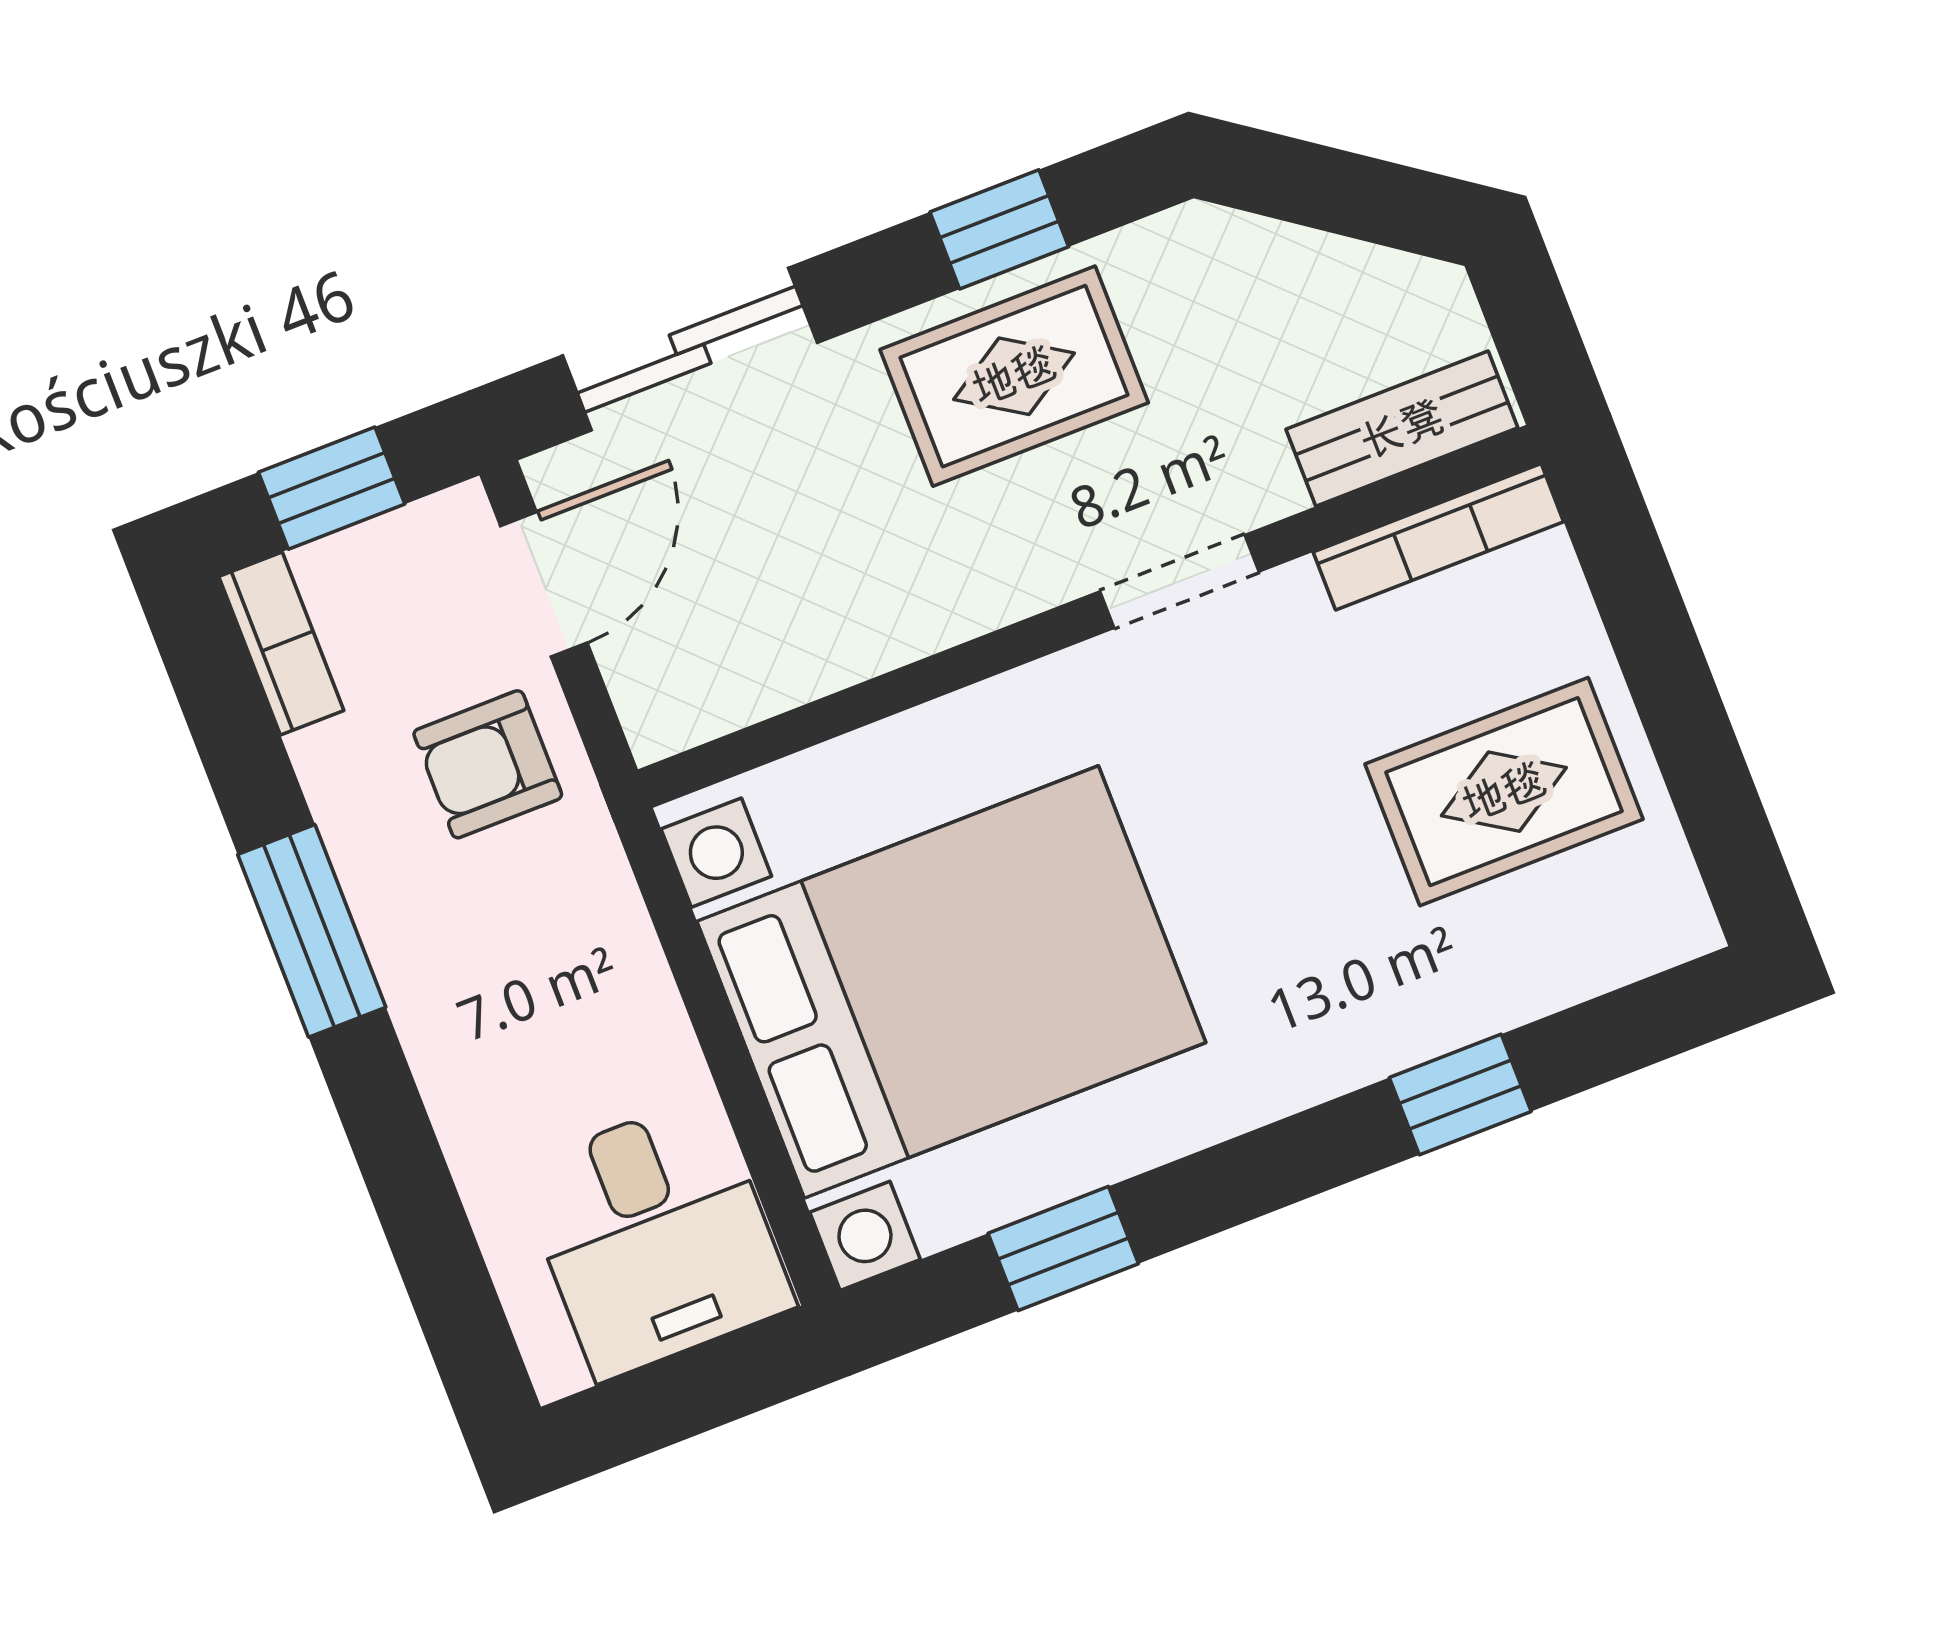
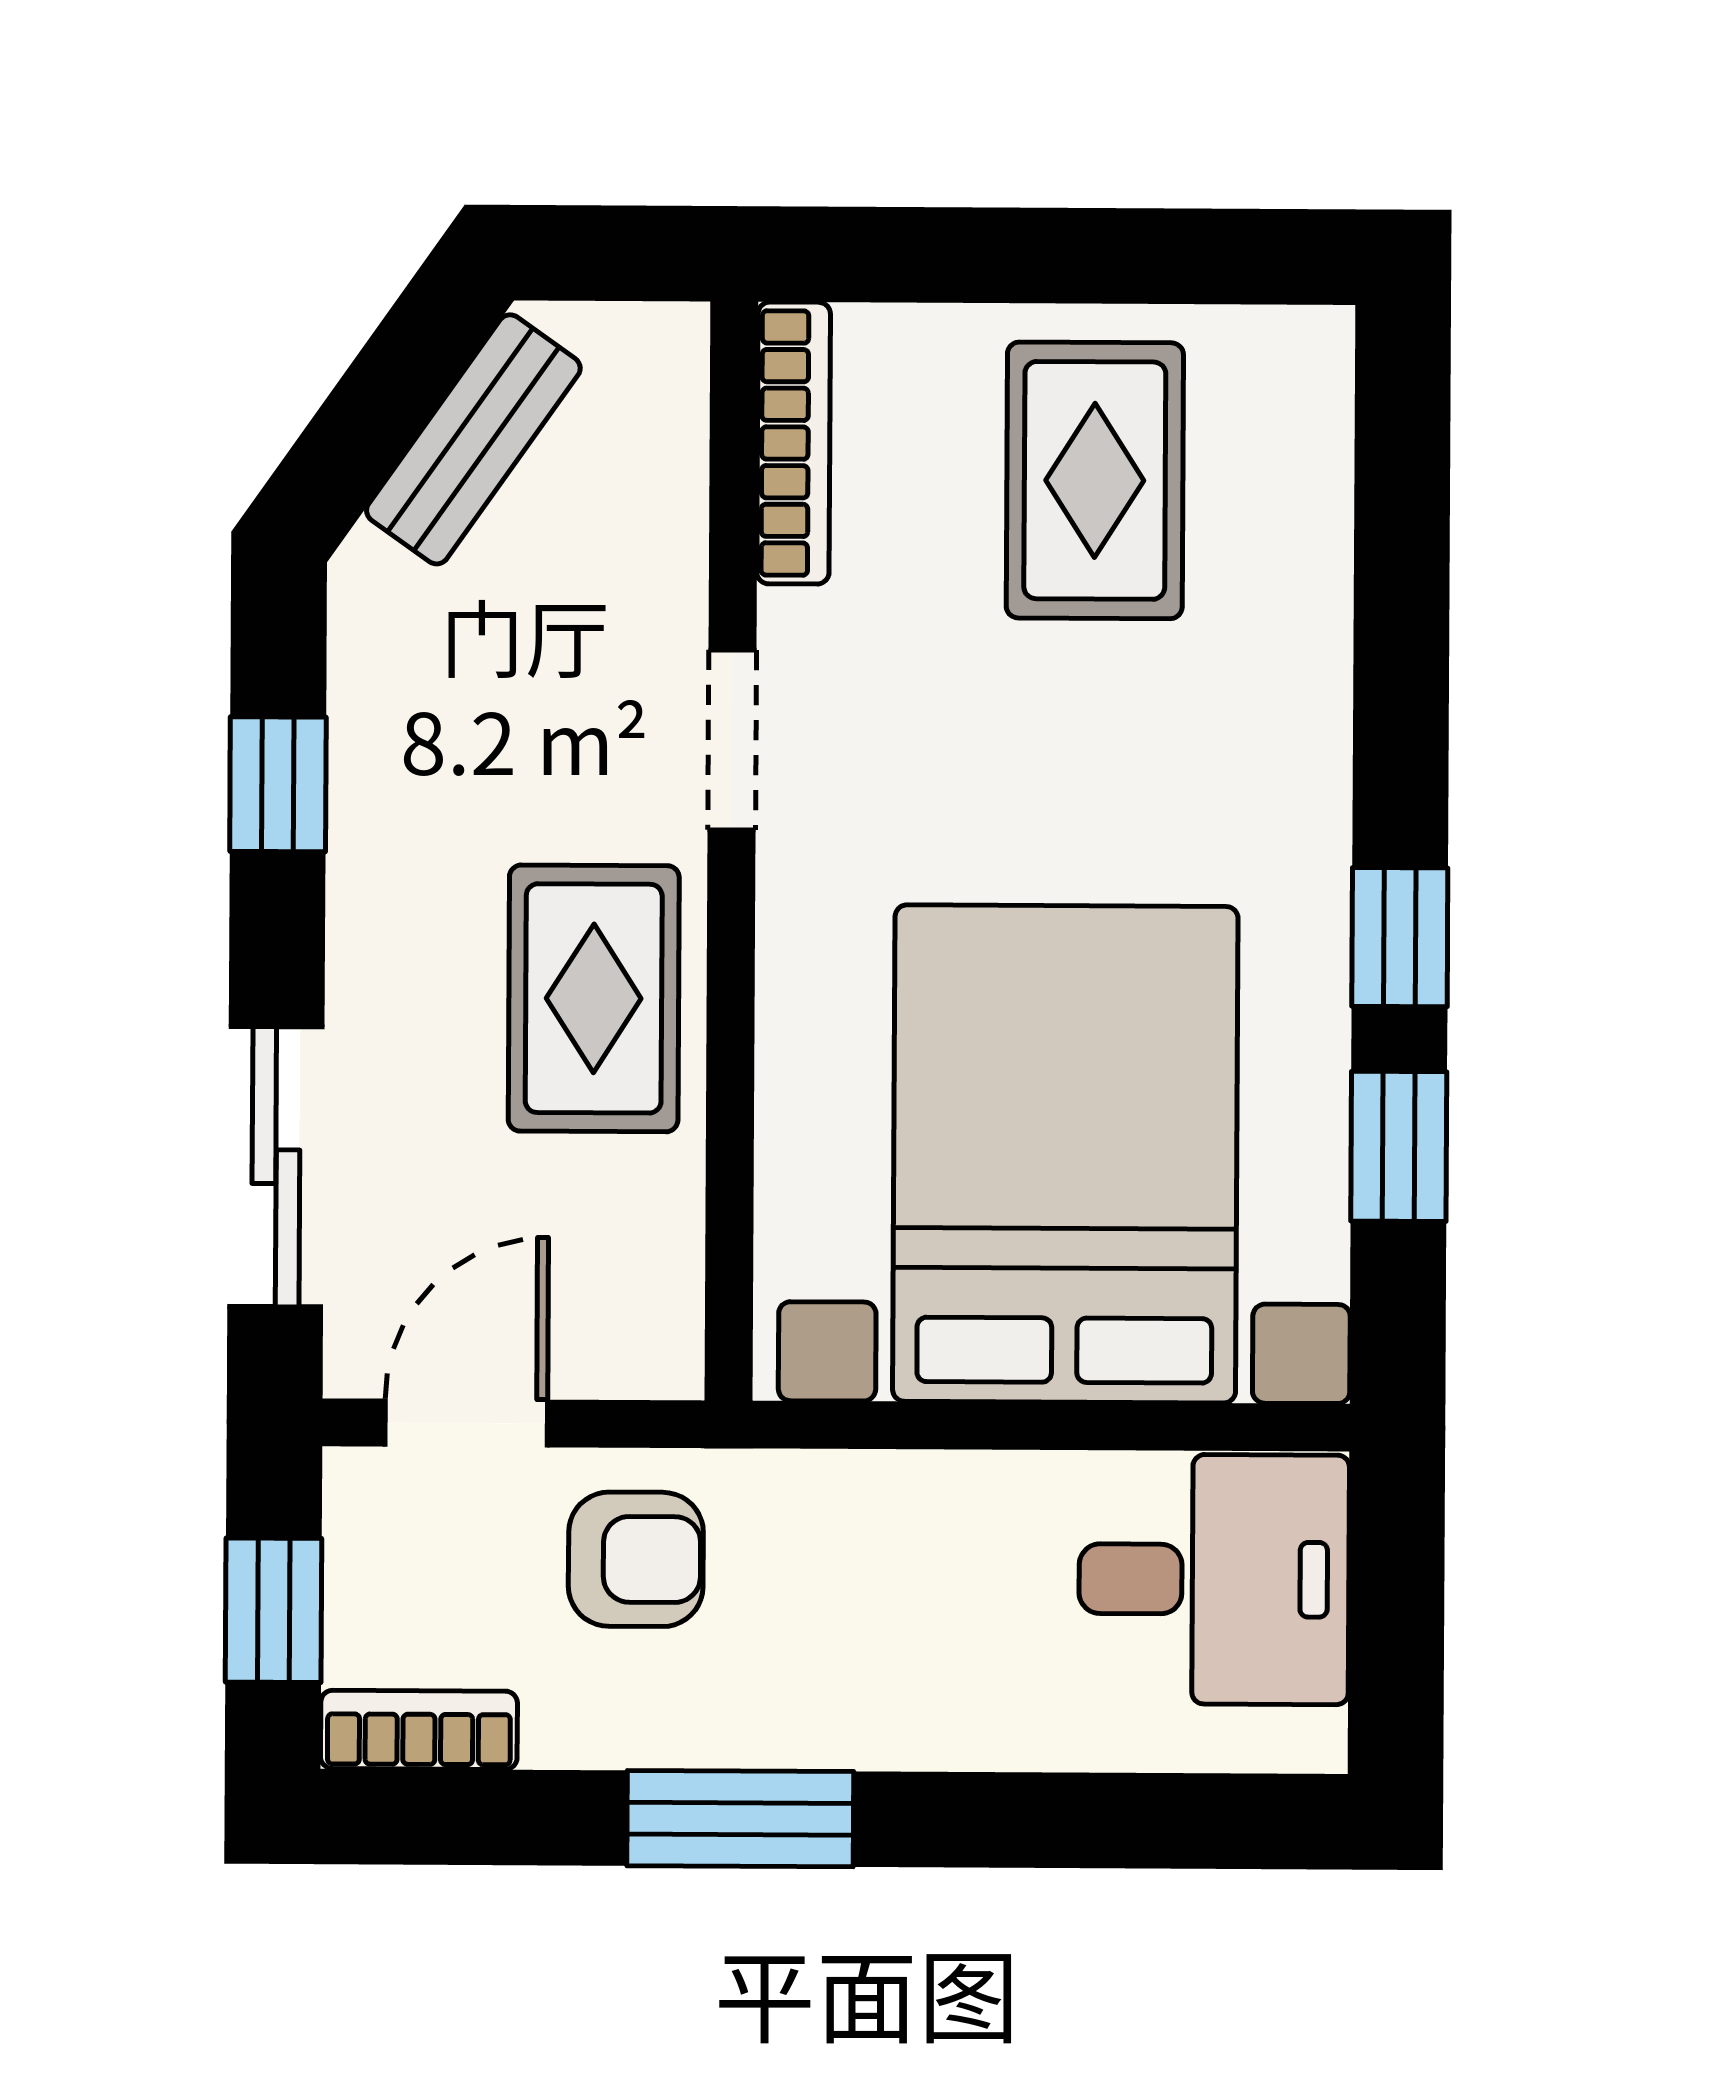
rug: (1014, 376) -> (594, 998), moved
bench: (1402, 429) -> (473, 439), moved, turned 35
door: (544, 584) -> (466, 1423), hinge flipped
armchair: (488, 764) -> (636, 1559), turned -90
window: (1460, 1095) -> (1400, 937), moved

